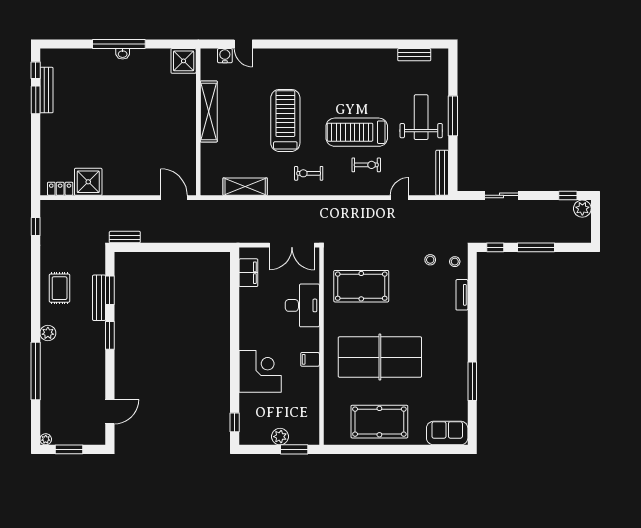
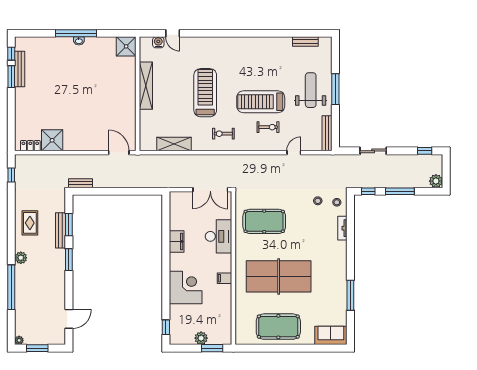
plant: (582, 209) -> (436, 181), moved
filing cabinet: (248, 273) -> (177, 241), moved

